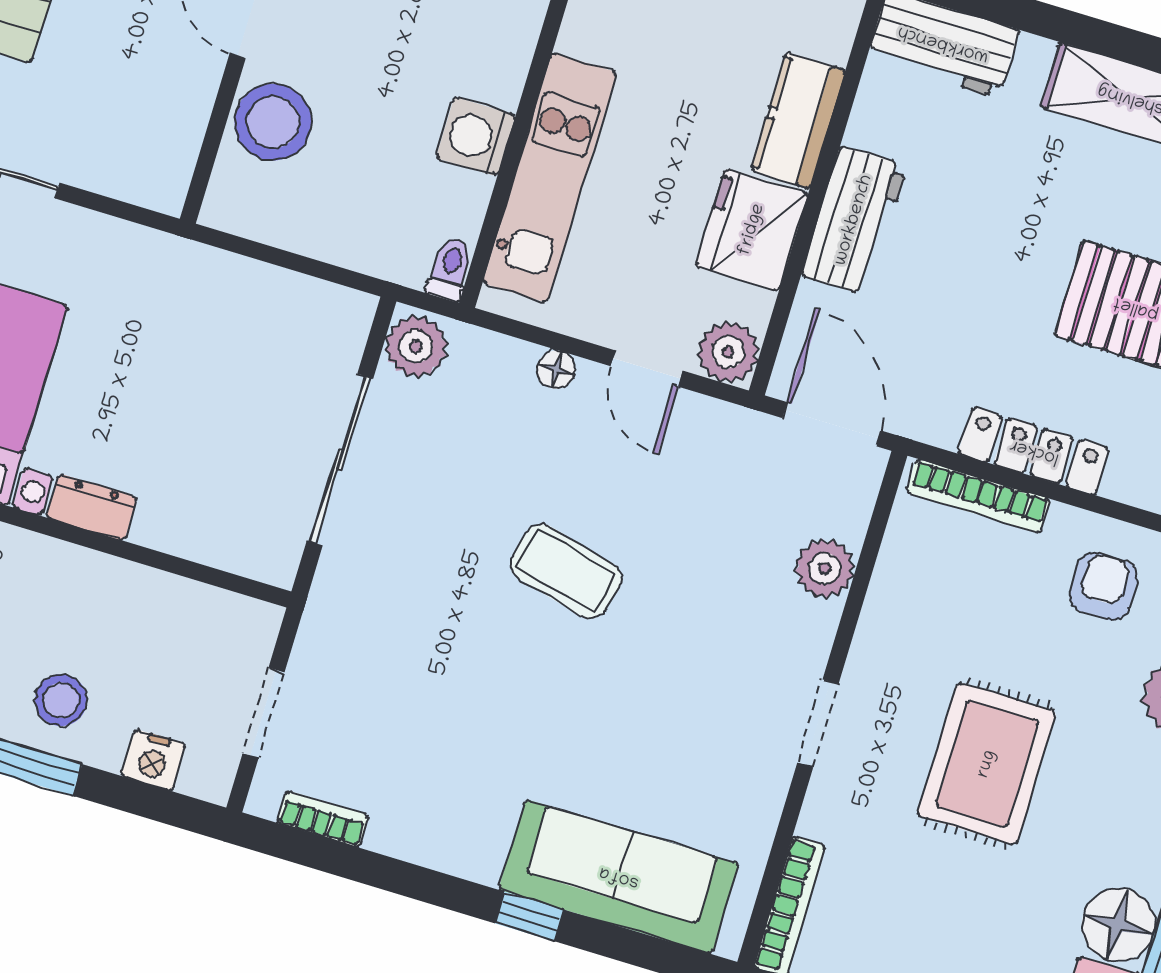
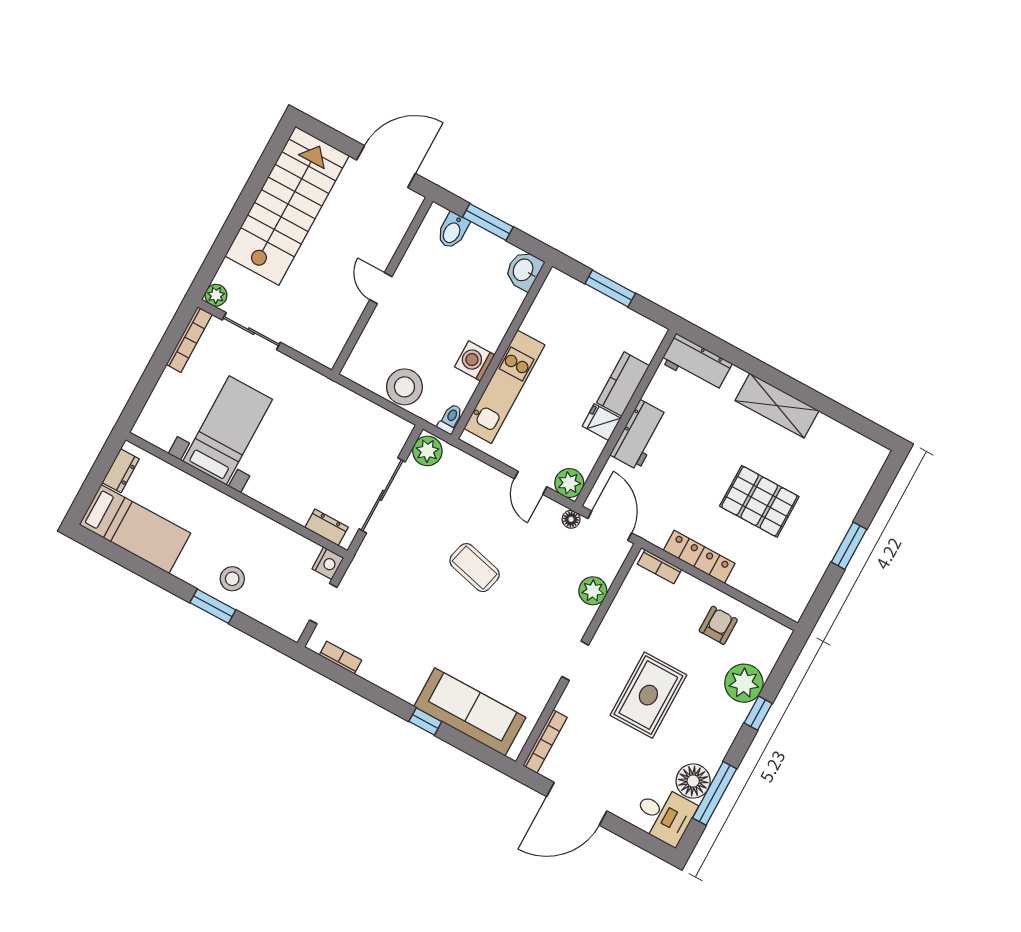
stool: (273, 122) -> (404, 387), moved
fridge: (752, 230) -> (601, 422), width x0.53, depth x0.75
floor lamp: (556, 370) -> (571, 519), moved
bookcase: (978, 496) -> (659, 567), width x0.64
dresser: (91, 507) -> (326, 527), moved
nightstand: (153, 760) -> (328, 563), moved, turned -90

